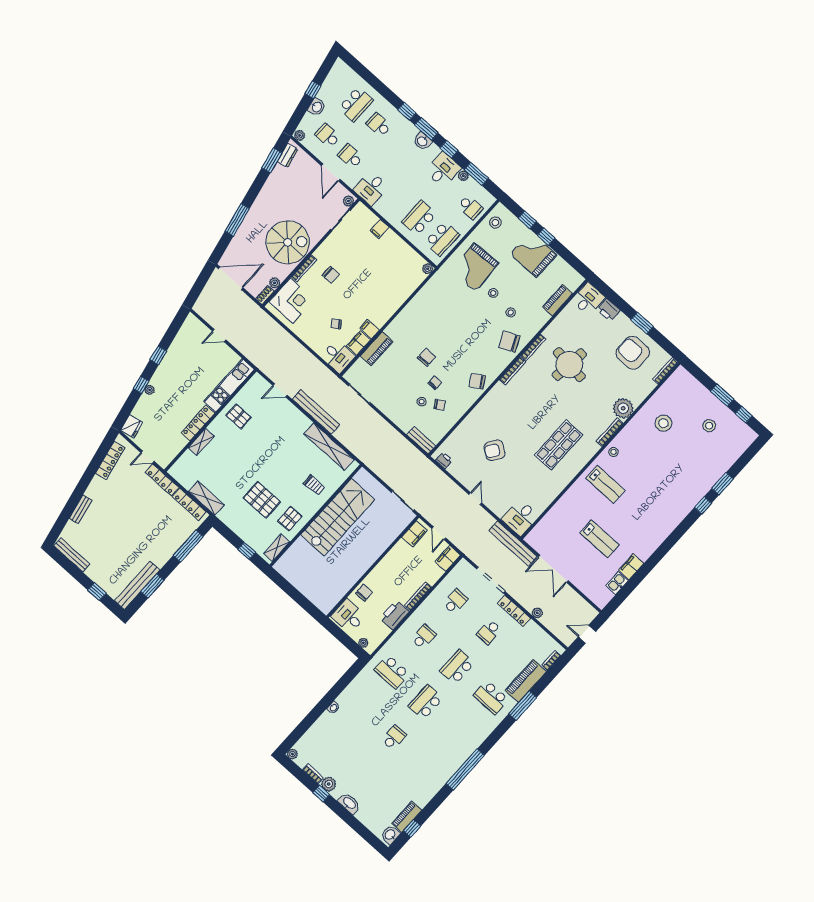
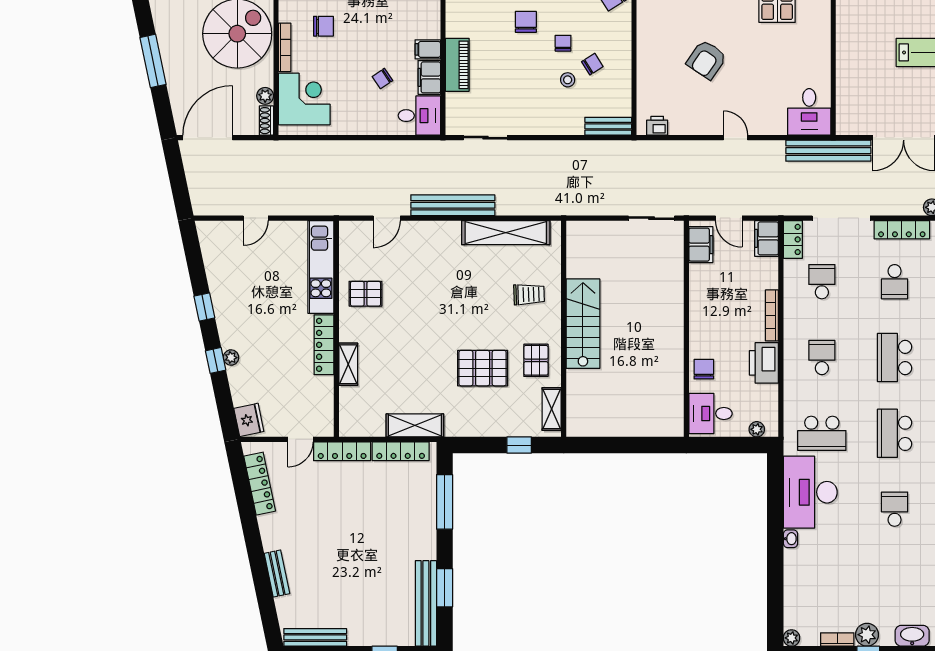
stairs: (338, 517) -> (583, 324), width x0.73, depth x0.66
locker: (459, 570) -> (793, 239), added
desk: (362, 694) -> (810, 492), added

